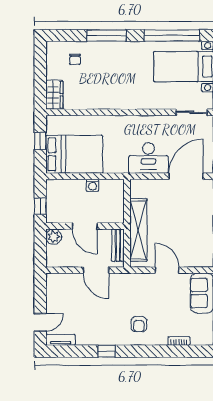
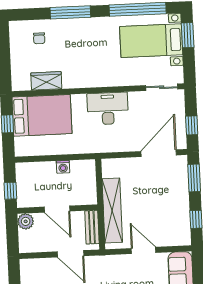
wardrobe: (54, 95) -> (46, 81), moved, turned -90
bed: (74, 154) -> (42, 115), moved
desk: (148, 158) -> (108, 108), moved, turned 180

